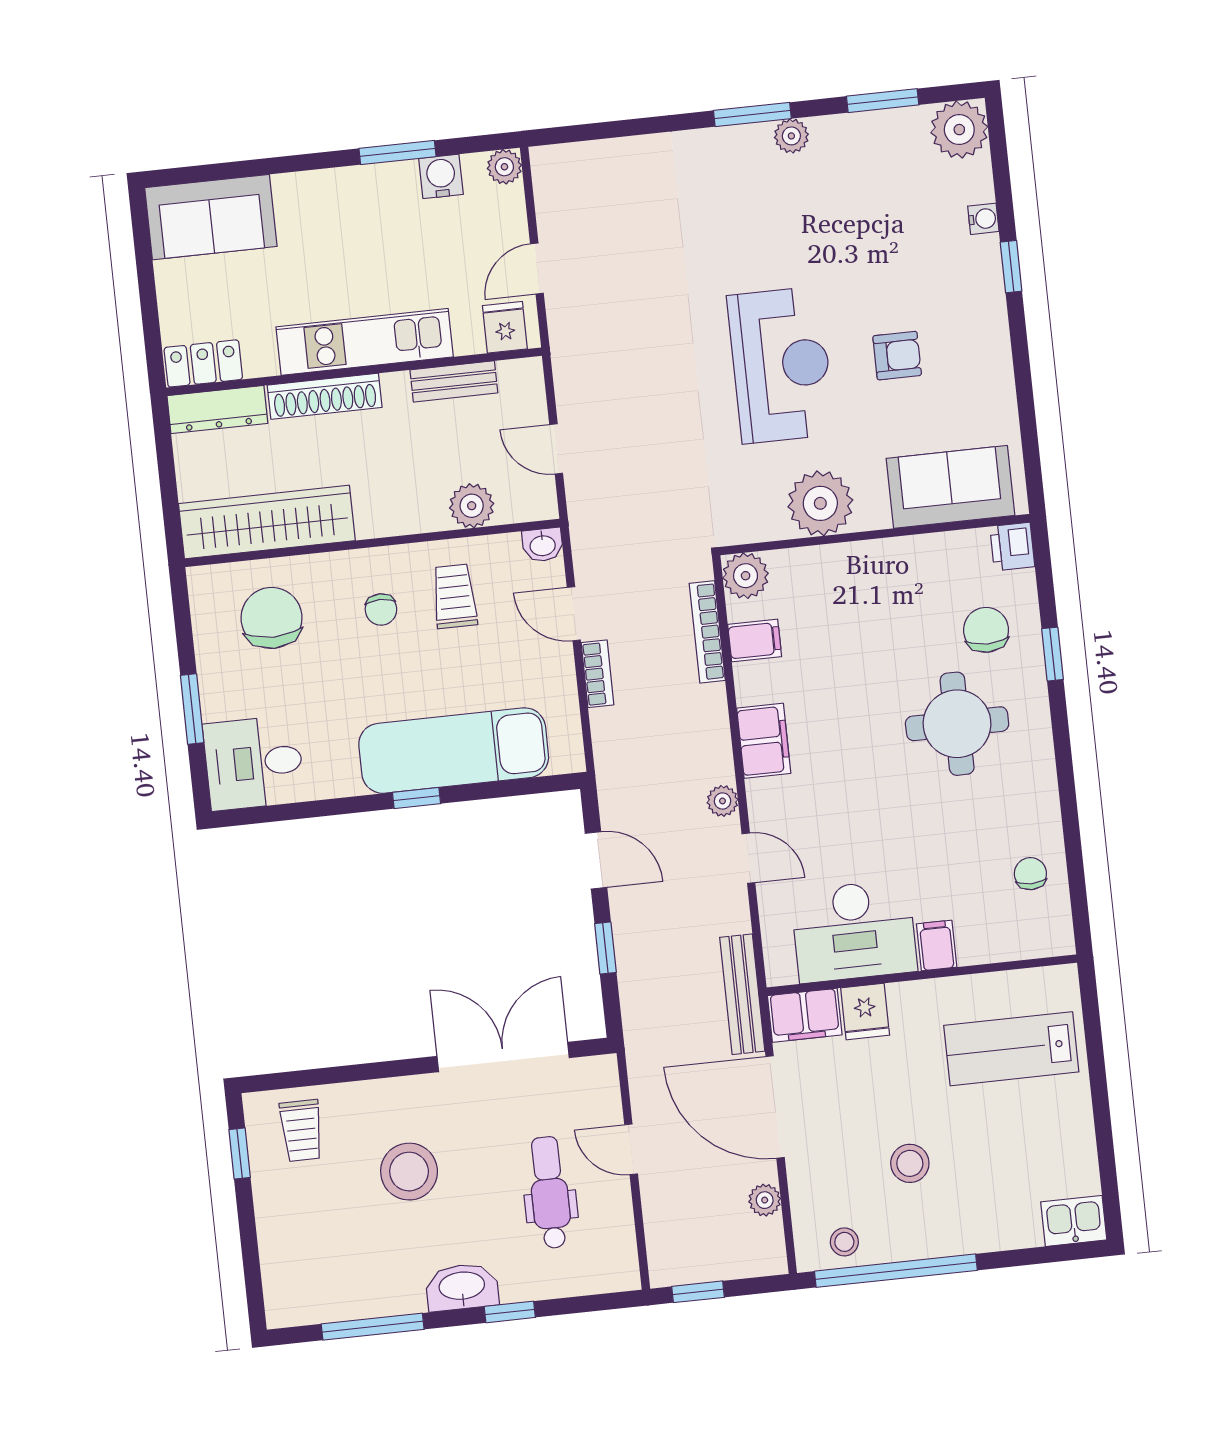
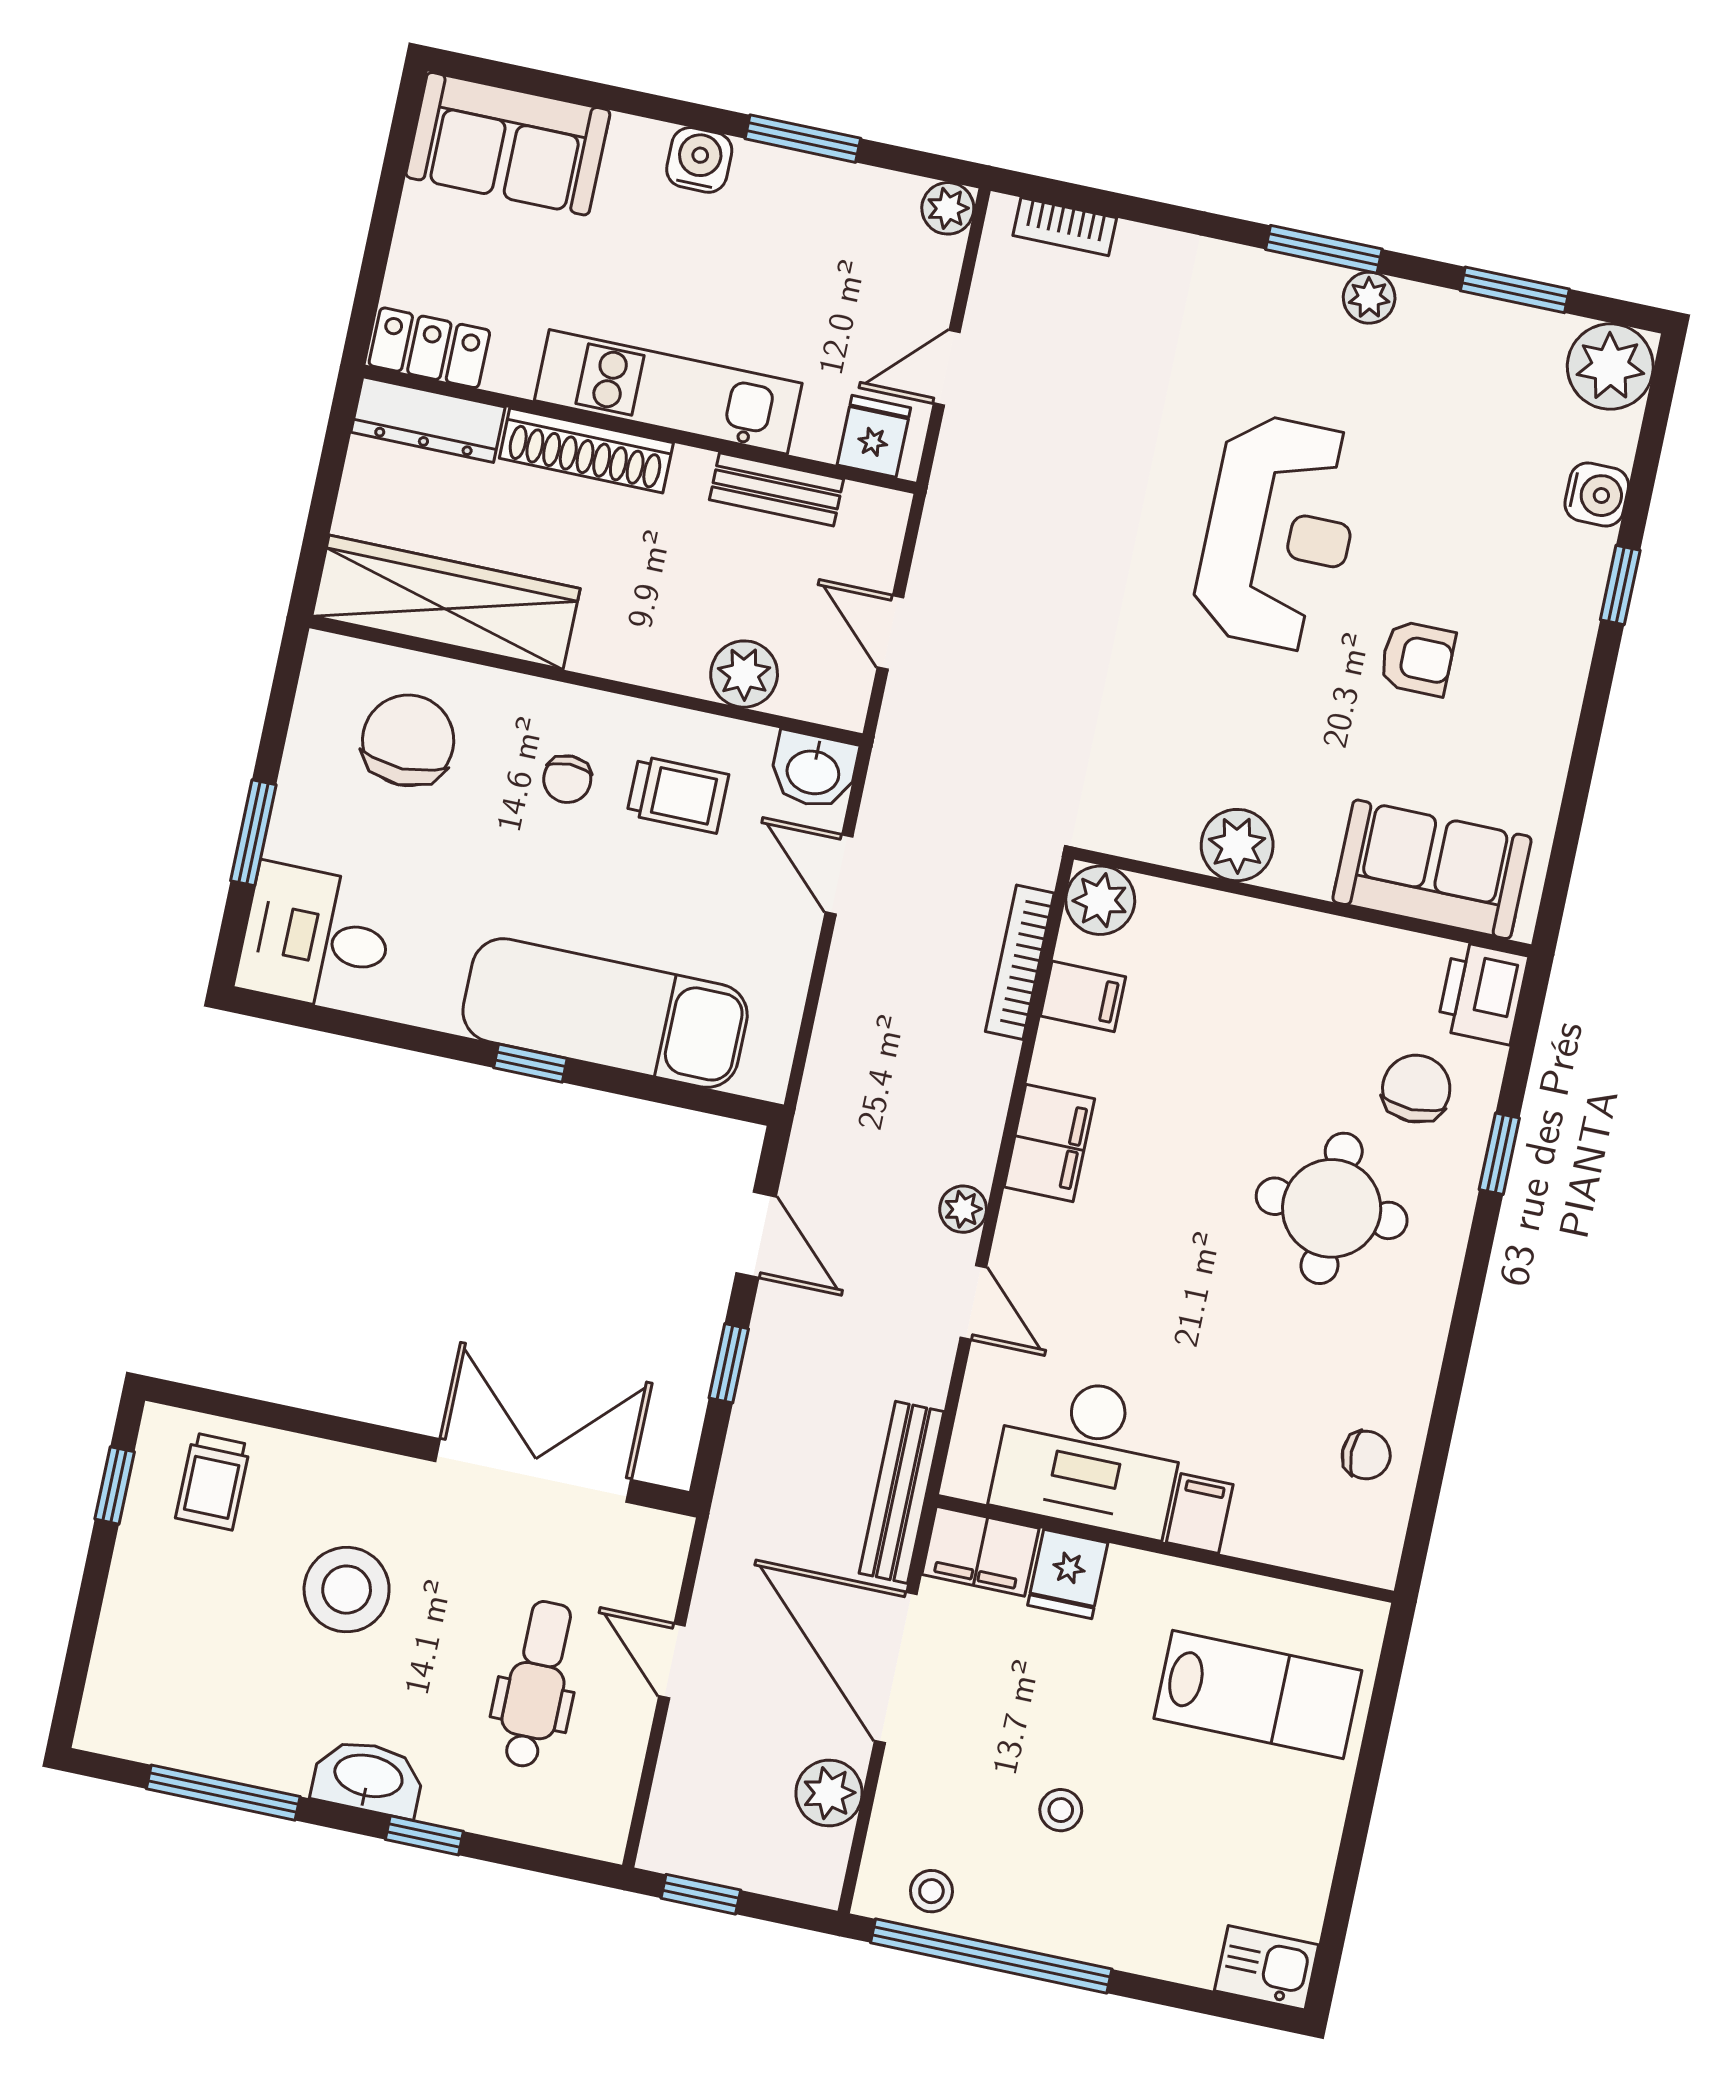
water cooler: (441, 176) -> (699, 160), moved
water cooler: (983, 219) -> (1597, 495), width x1.38, depth x1.38
reception desk: (781, 365) -> (1279, 533), moved
plant: (820, 503) -> (1237, 845), width x0.73, depth x0.73
washbasin: (543, 545) -> (813, 770), width x1.38, depth x1.45
printer: (1012, 547) -> (1482, 993), width x1.36, depth x1.24
trolley: (454, 596) -> (678, 794), turned 90
bookcase: (598, 674) -> (1065, 227), moved, turned 90
chair: (1030, 874) -> (1366, 1455), turned 90
lab bench: (1011, 1049) -> (1258, 1695), turned 180
stool: (910, 1163) -> (1061, 1810), width x0.73, depth x0.73
plant: (765, 1200) -> (829, 1793), width x1.38, depth x1.38

